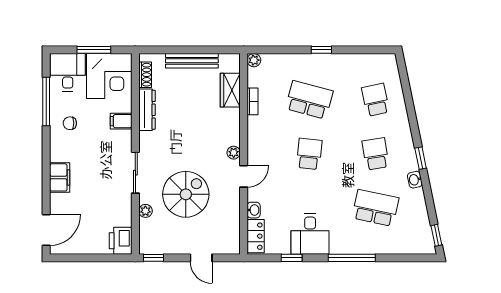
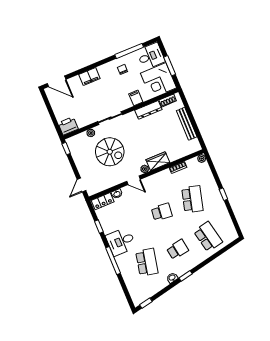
wardrobe: (230, 90) -> (158, 161), moved
school desk: (375, 100) -> (208, 237), width x1.85
desk: (310, 234) -> (121, 241), moved
door: (201, 258) -> (81, 185), moved

